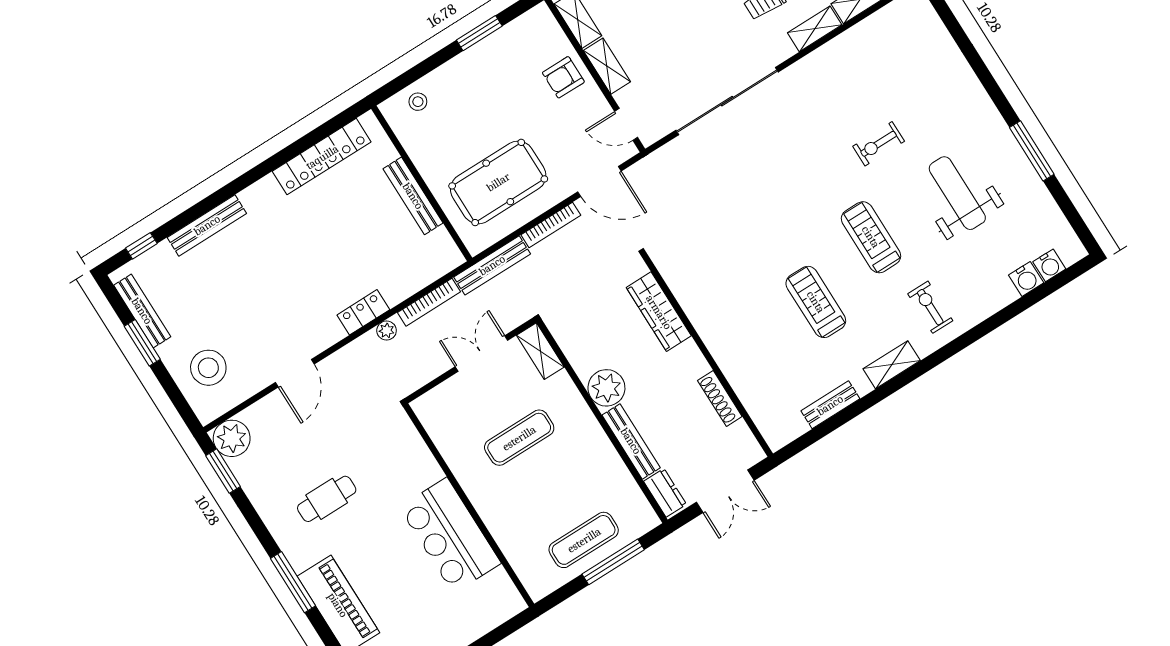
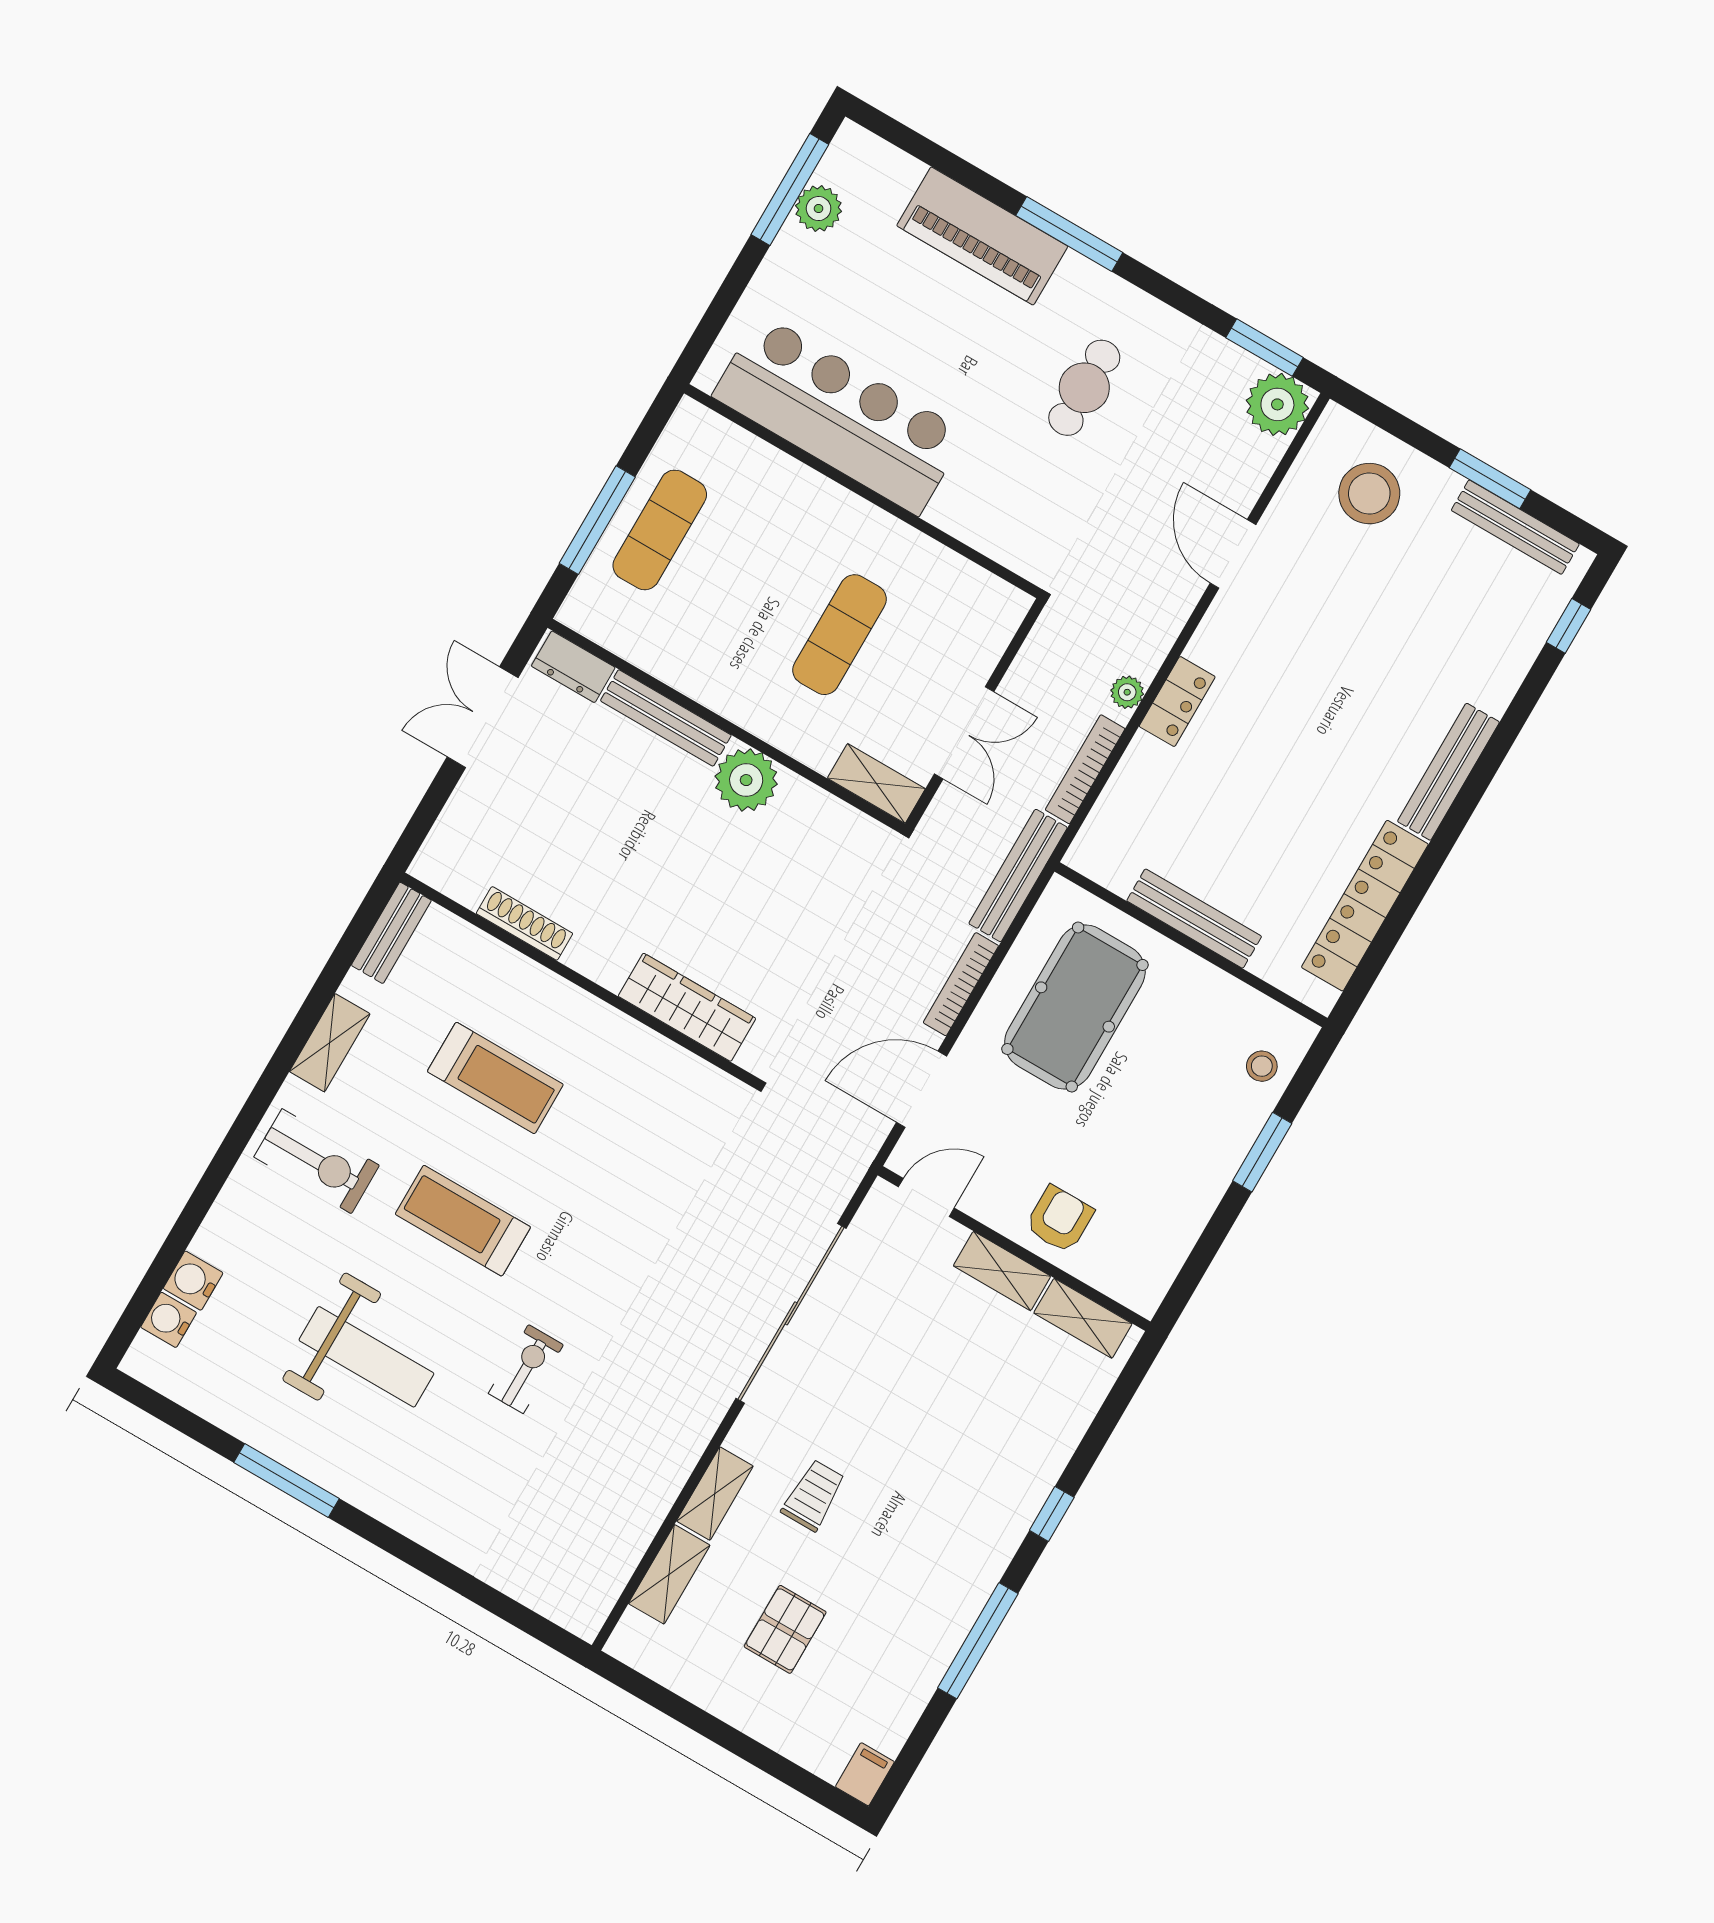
window: (479, 33) -> (1262, 1152), moved
bench: (207, 225) -> (1448, 772), moved
treadmill: (871, 237) -> (463, 1221), turned 180
exercise bike: (930, 307) -> (317, 1161), width x1.38, depth x1.39
wardrobe: (659, 312) -> (687, 1007), moved
wall: (707, 355) -> (579, 980), moved
shoe rack: (720, 399) -> (524, 923), moved
bar counter: (450, 535) -> (839, 415), width x1.36

